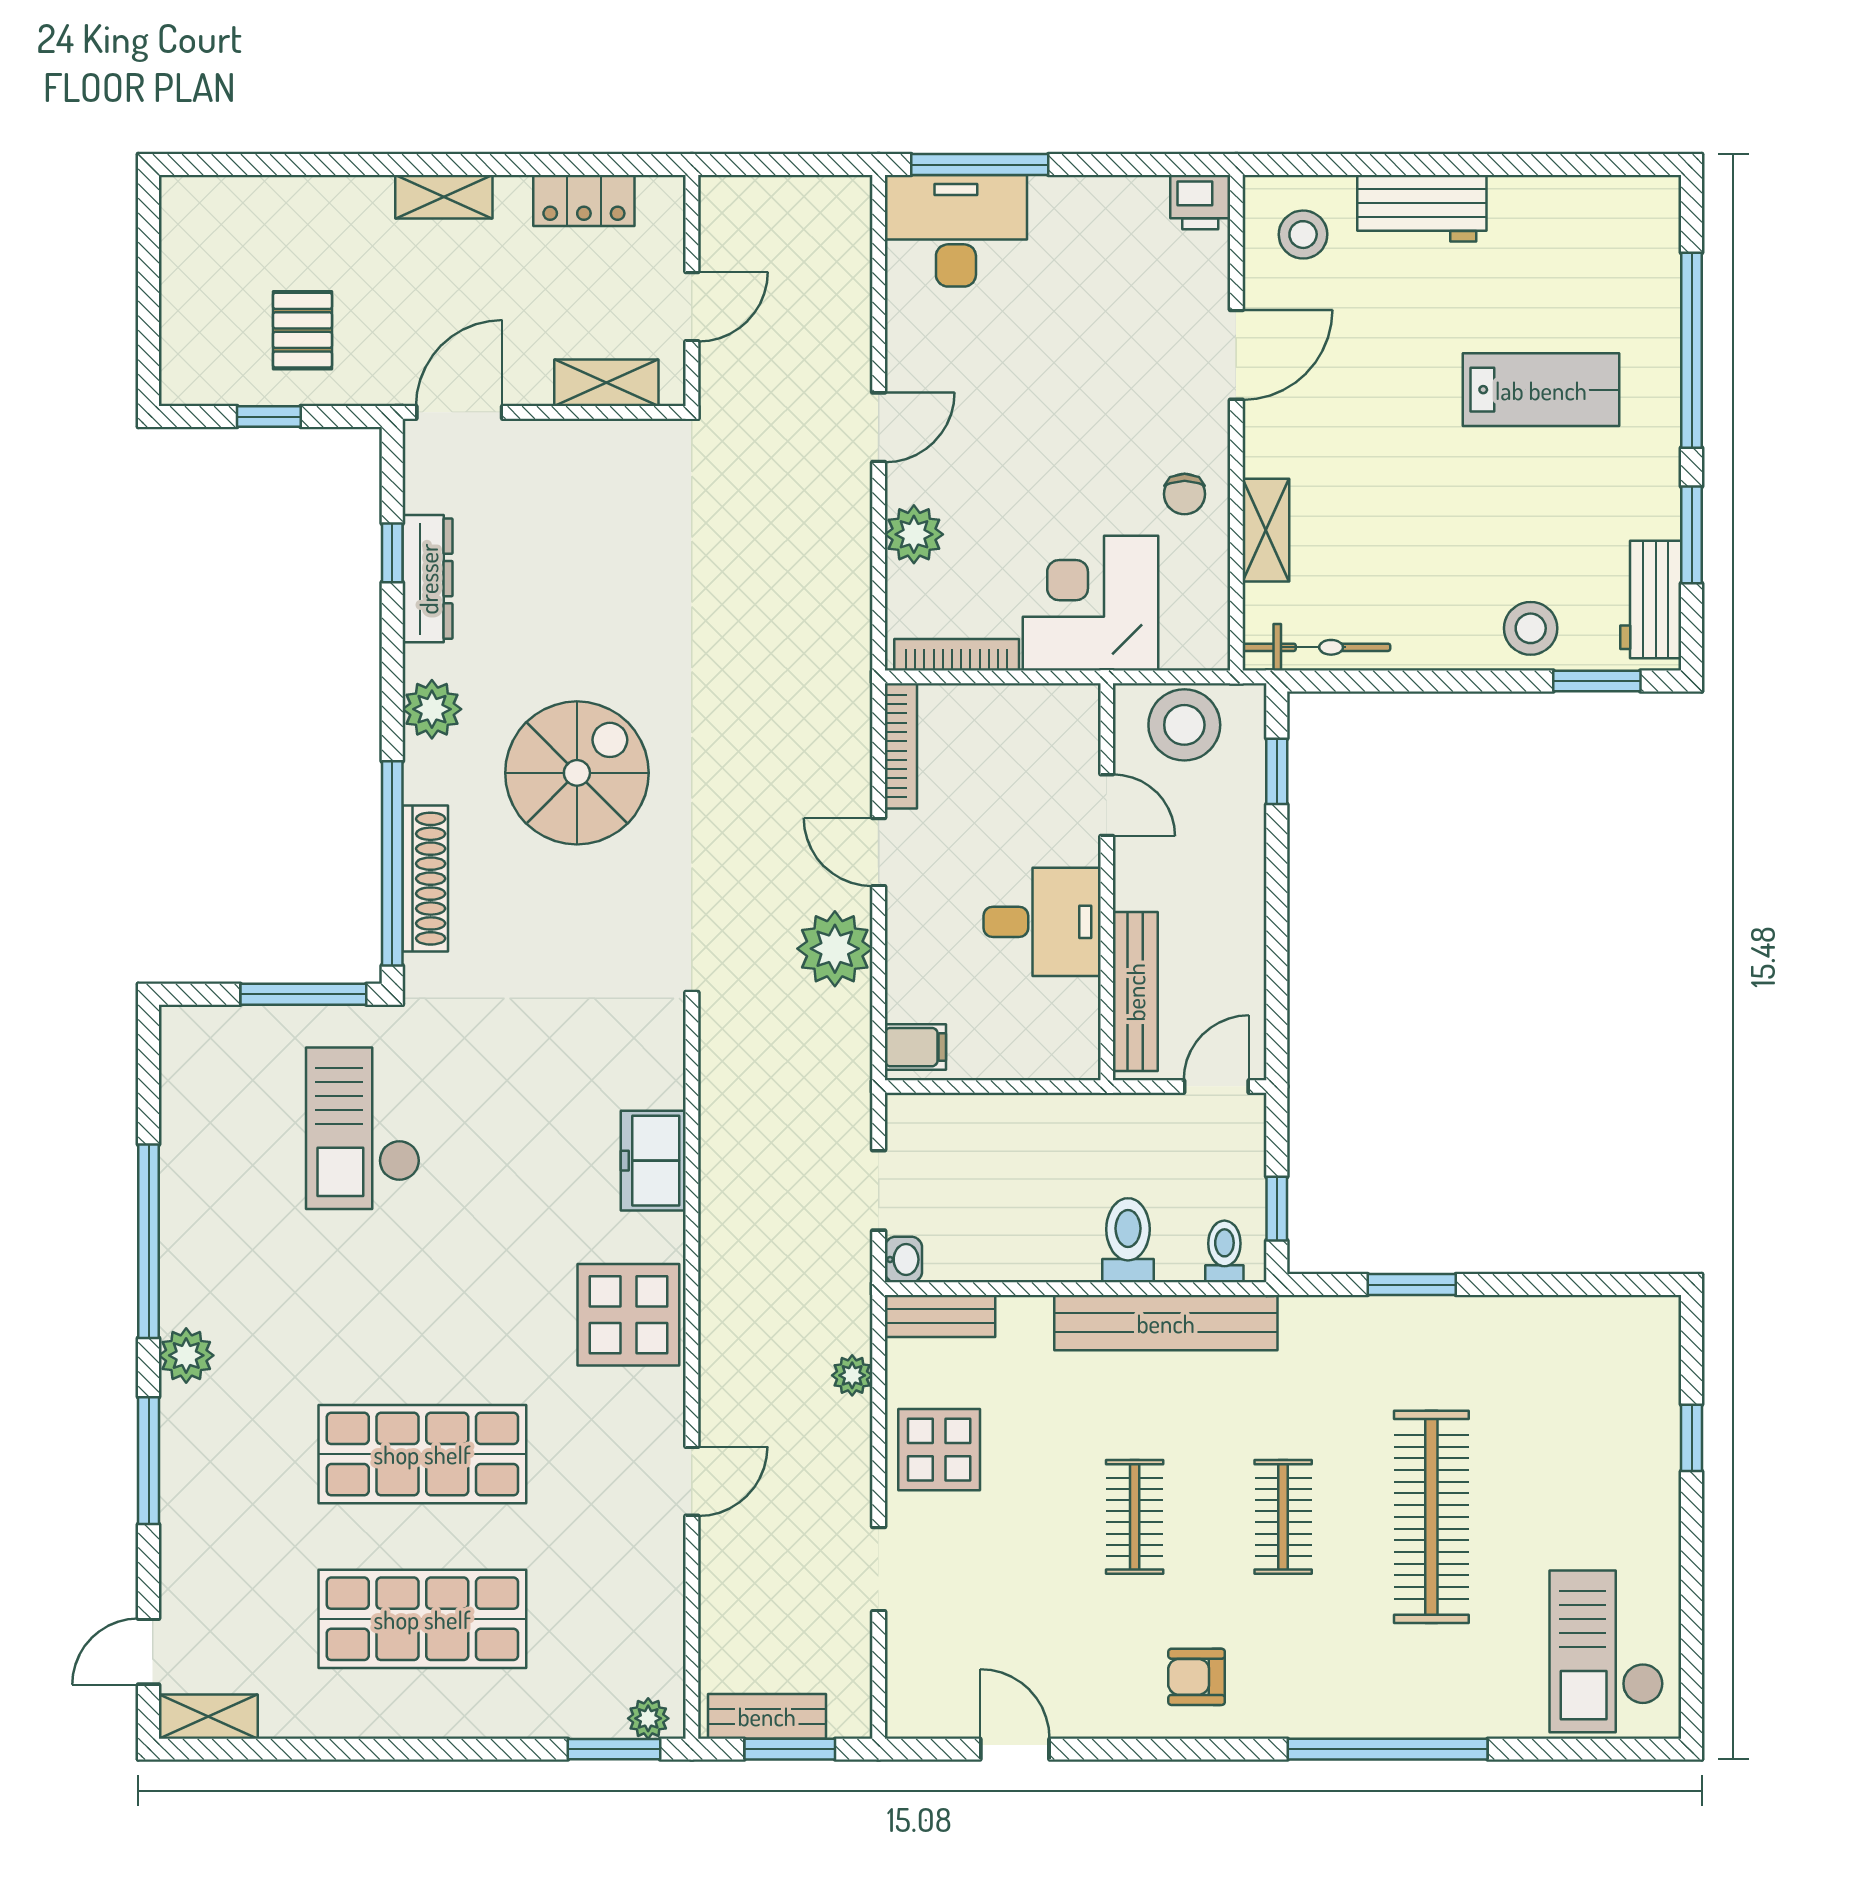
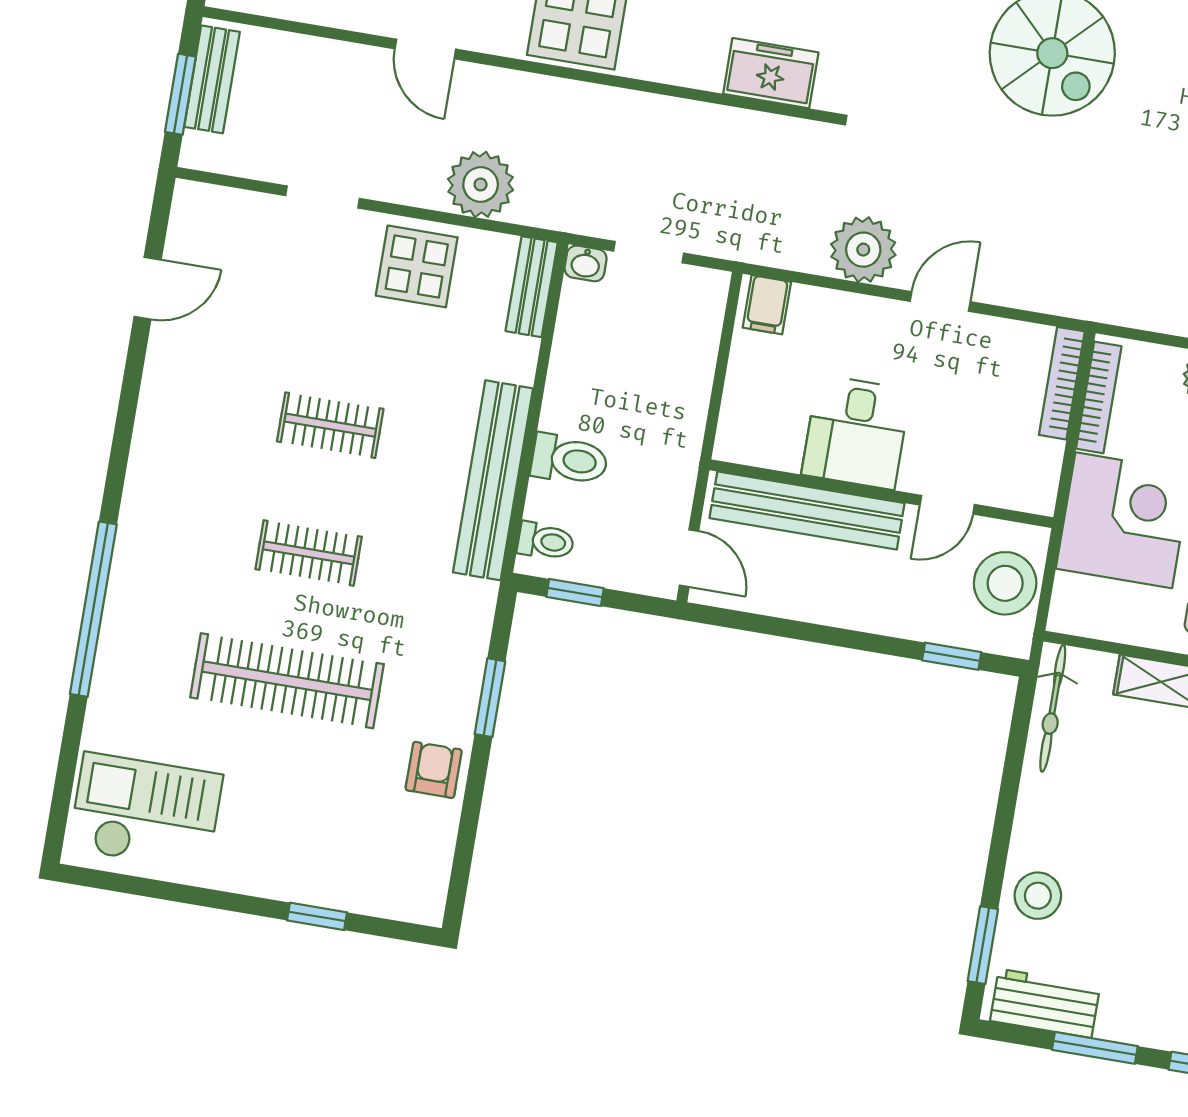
bookcase: (901, 746) -> (1062, 383), moved, turned 90
bench: (1135, 992) -> (807, 511), width x1.37, depth x1.21
freezer: (653, 1161) -> (771, 73), moved
plant: (852, 1375) -> (481, 185), width x1.88, depth x1.88
armchair: (1197, 1677) -> (434, 770), moved

